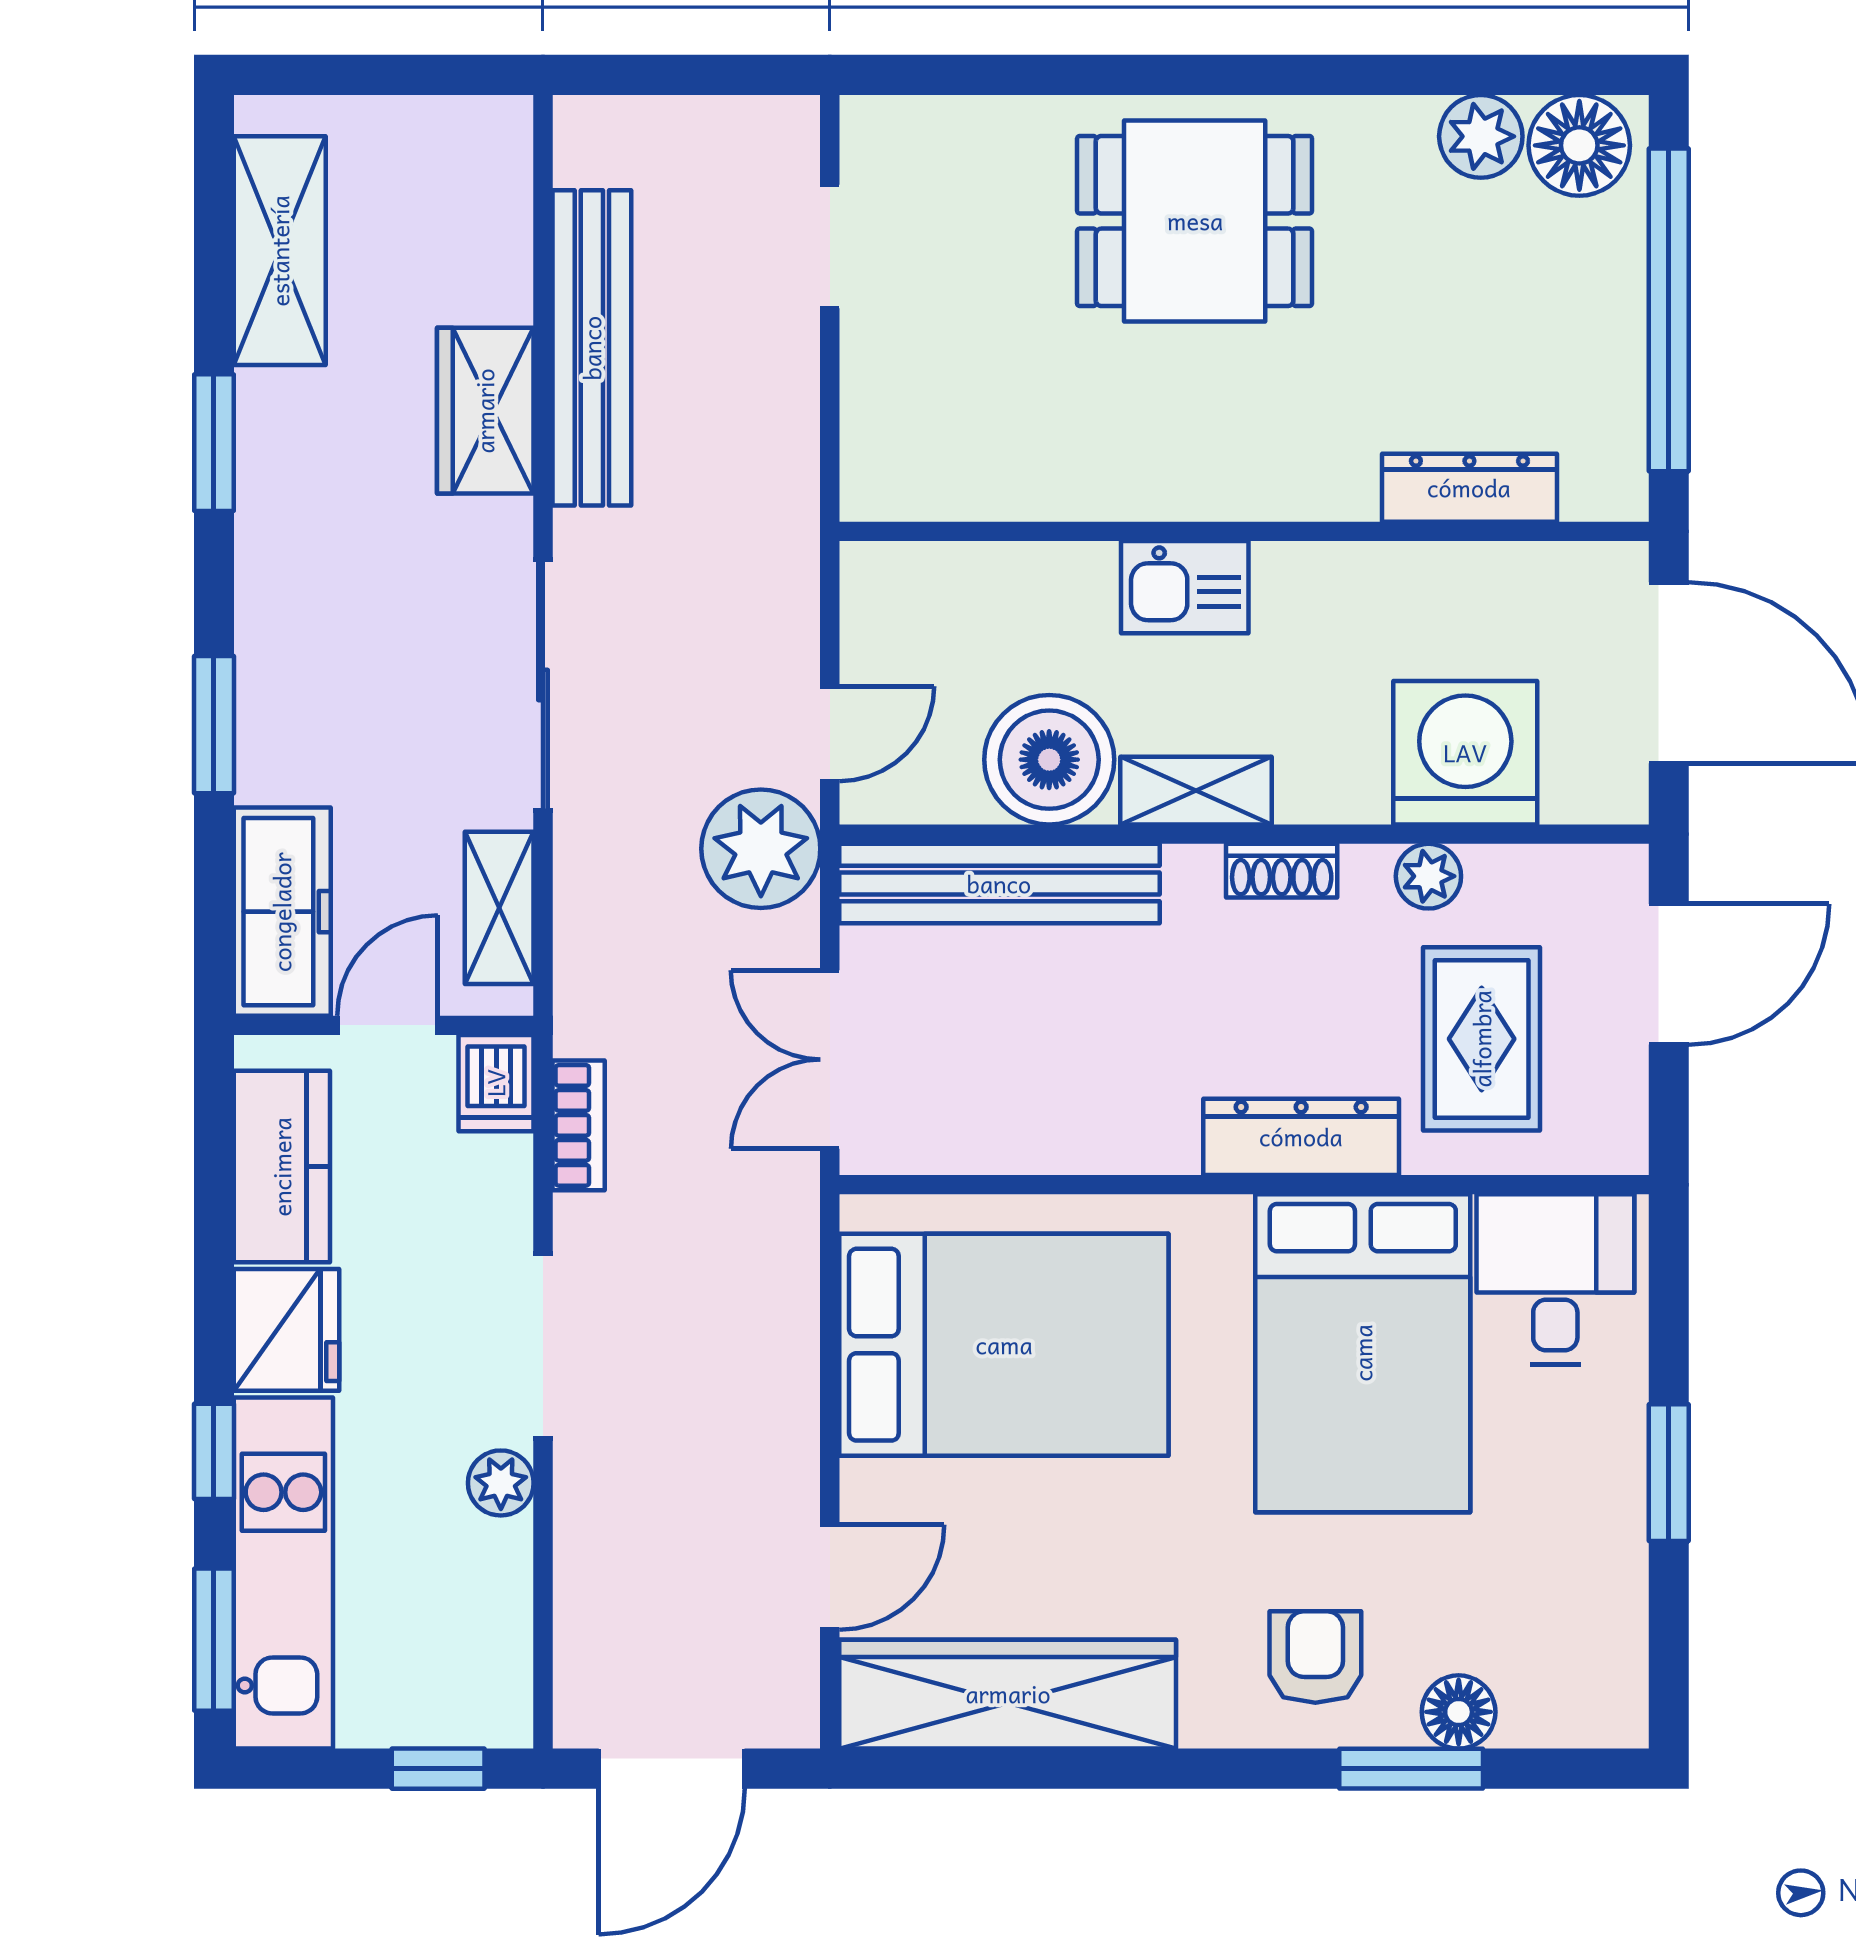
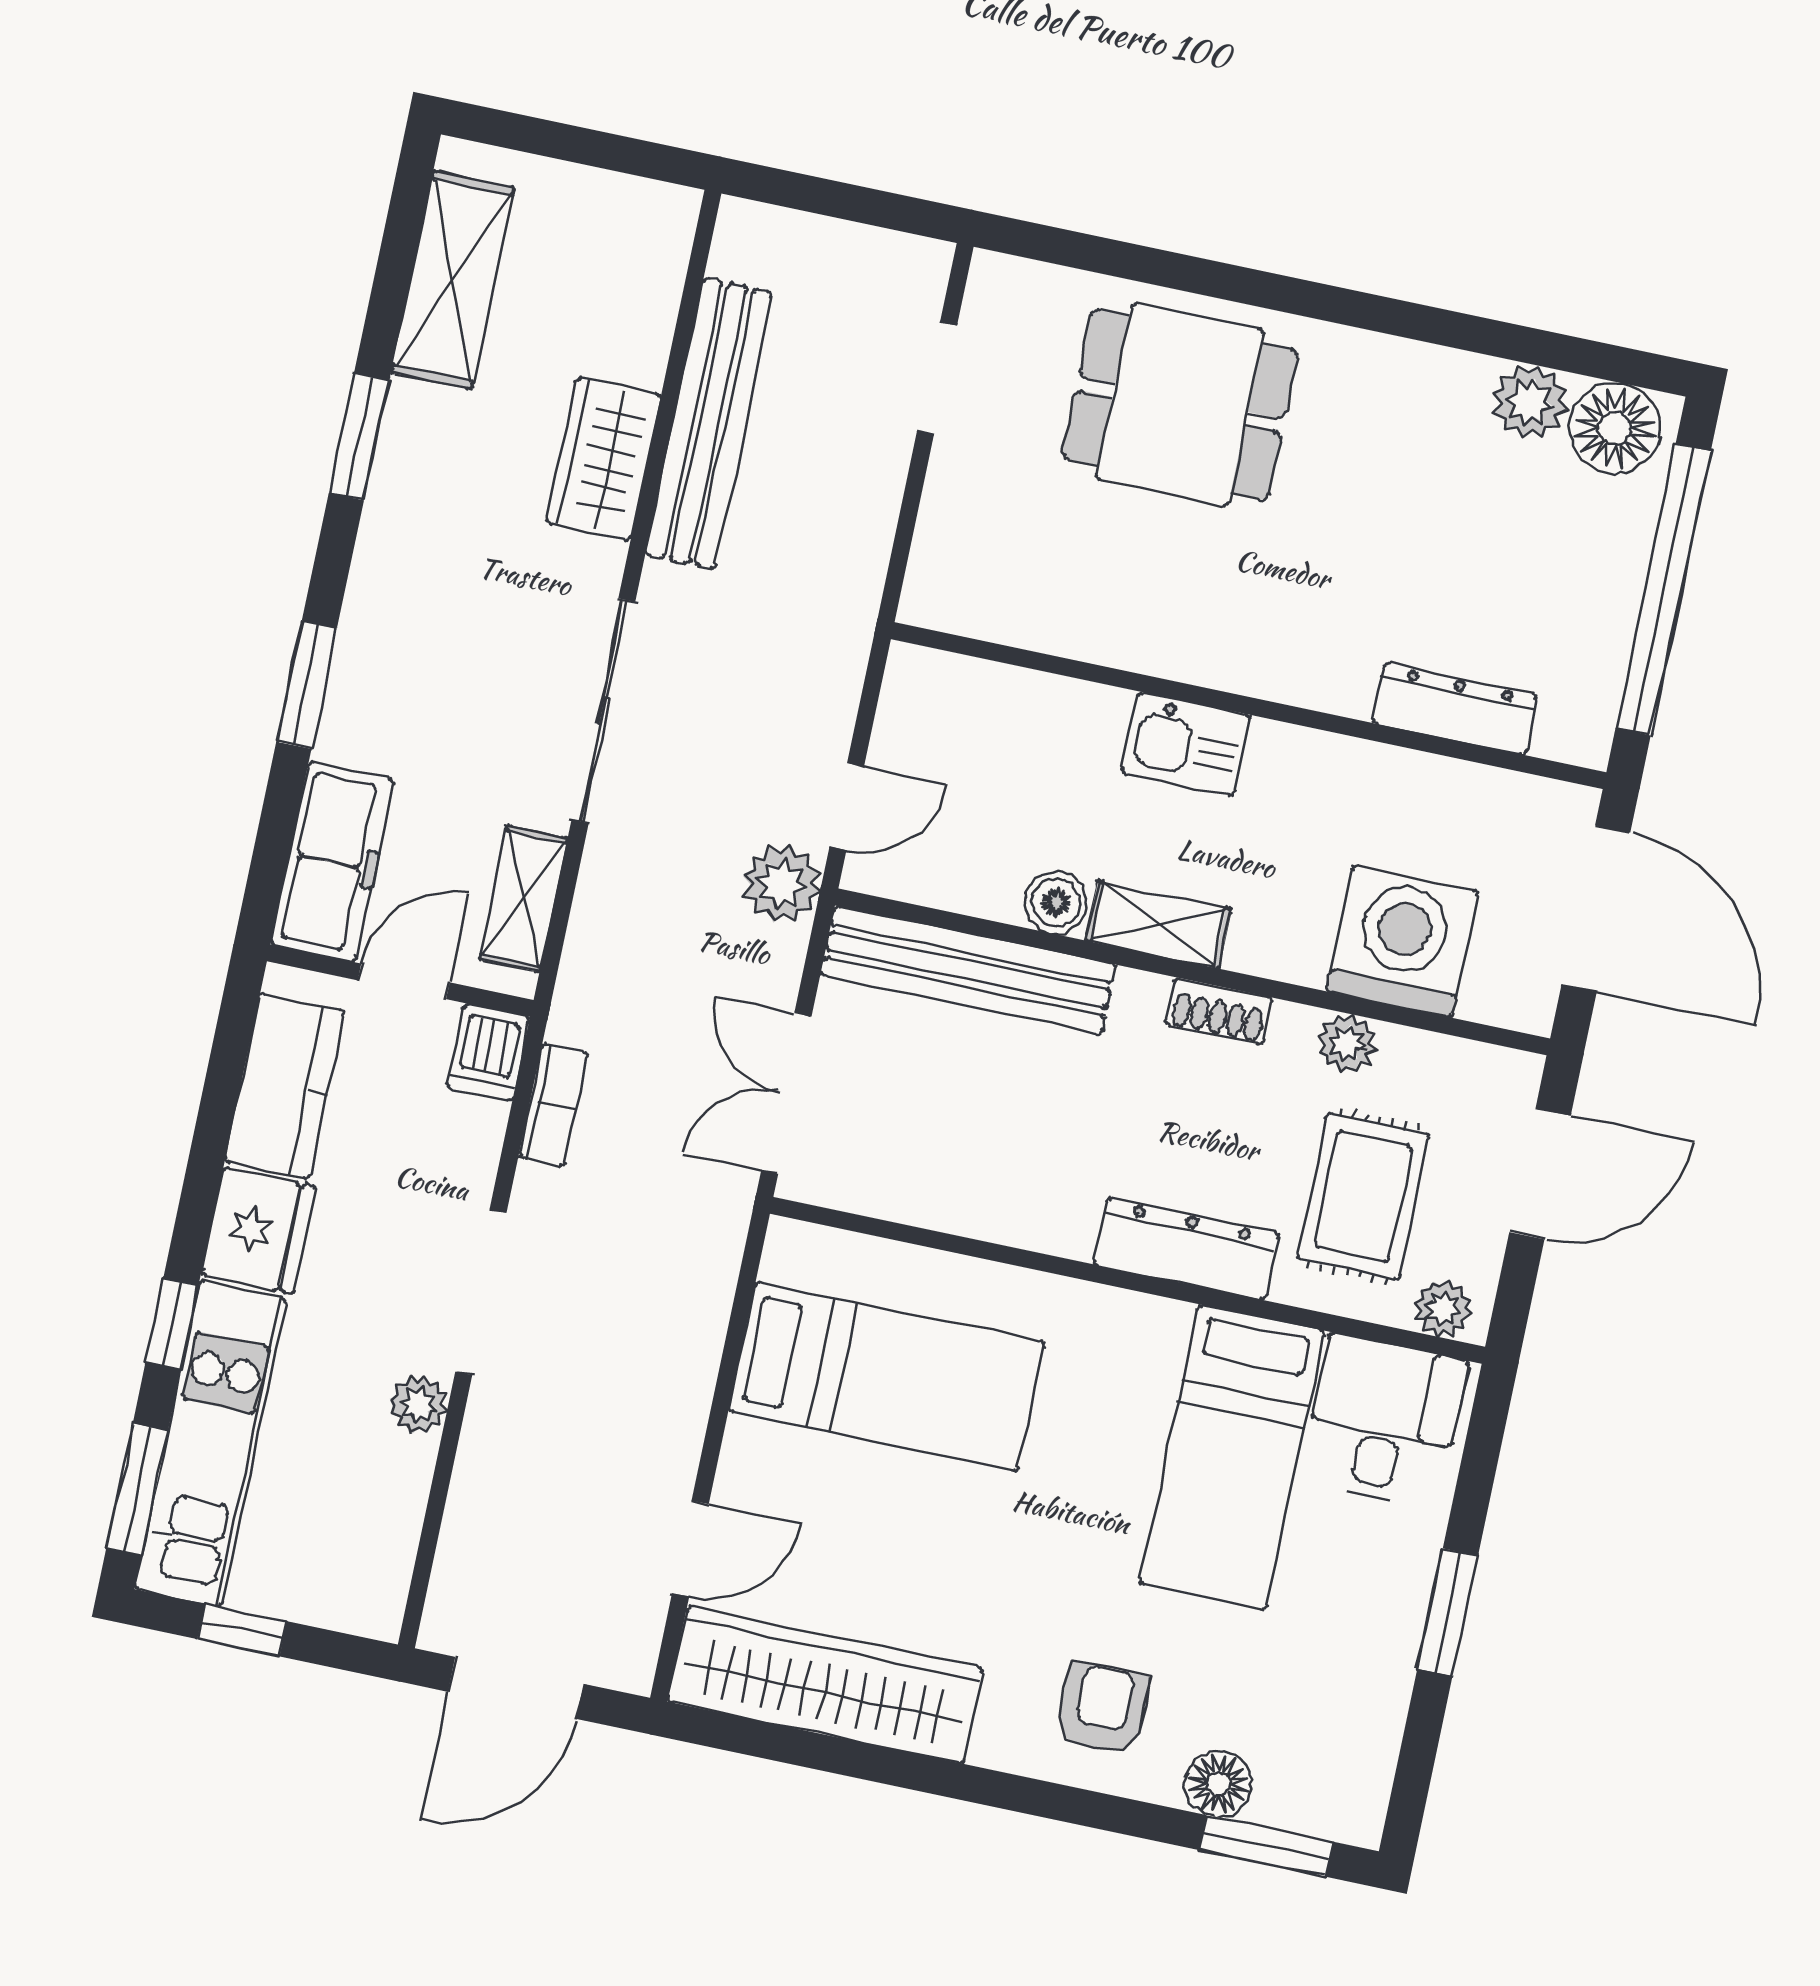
dining table: (1195, 221) -> (1180, 405), moved
boiler: (1049, 760) -> (1056, 902), width x0.54, depth x0.54
plant: (761, 849) -> (782, 884), width x0.73, depth x0.73
plant: (1594, 1143) -> (1443, 1309), added
bed: (1004, 1345) -> (887, 1376), width x0.67
bed: (1363, 1353) -> (1232, 1457), width x0.67
window: (438, 1769) -> (242, 1630), moved
window: (1411, 1769) -> (1266, 1846), moved

